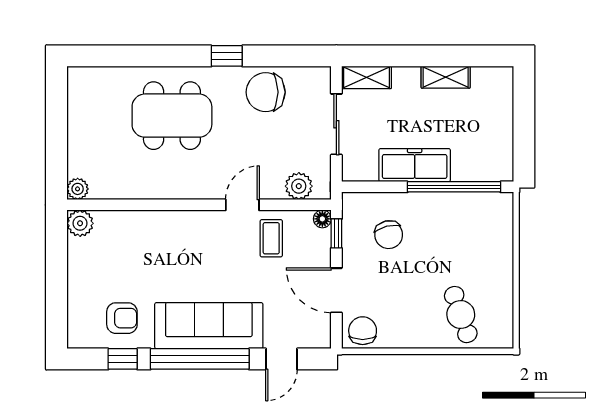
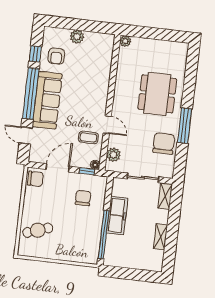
window: (227, 56) -> (185, 126), width x2.17
plant: (80, 223) -> (77, 37), moved
chair: (389, 235) -> (83, 198), turned 104

